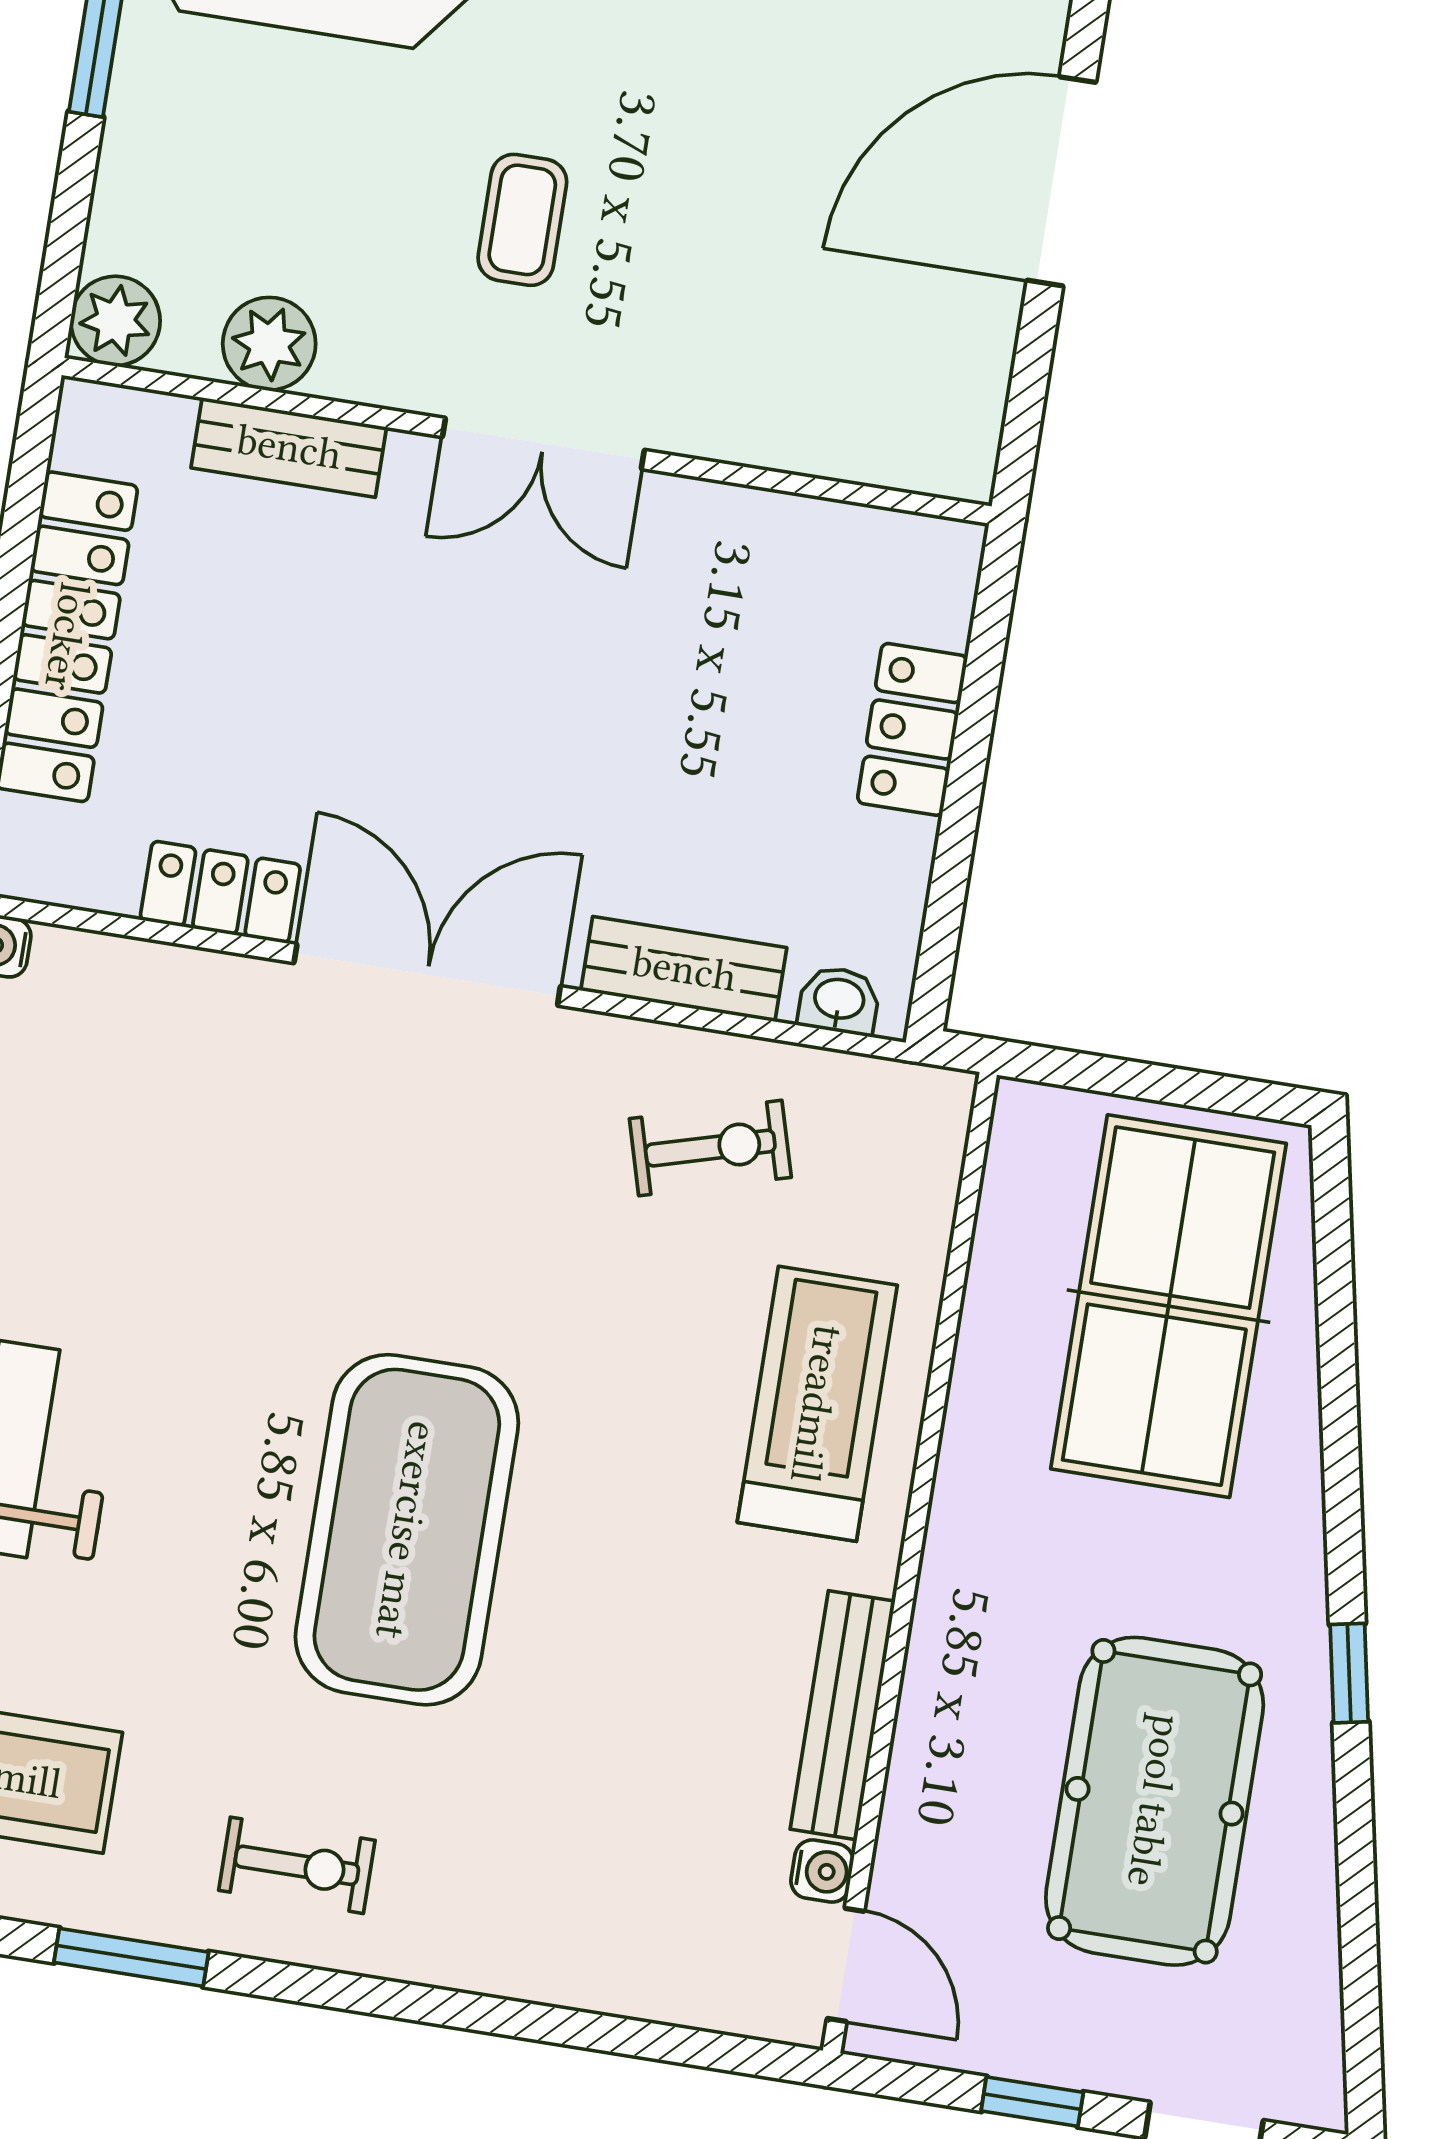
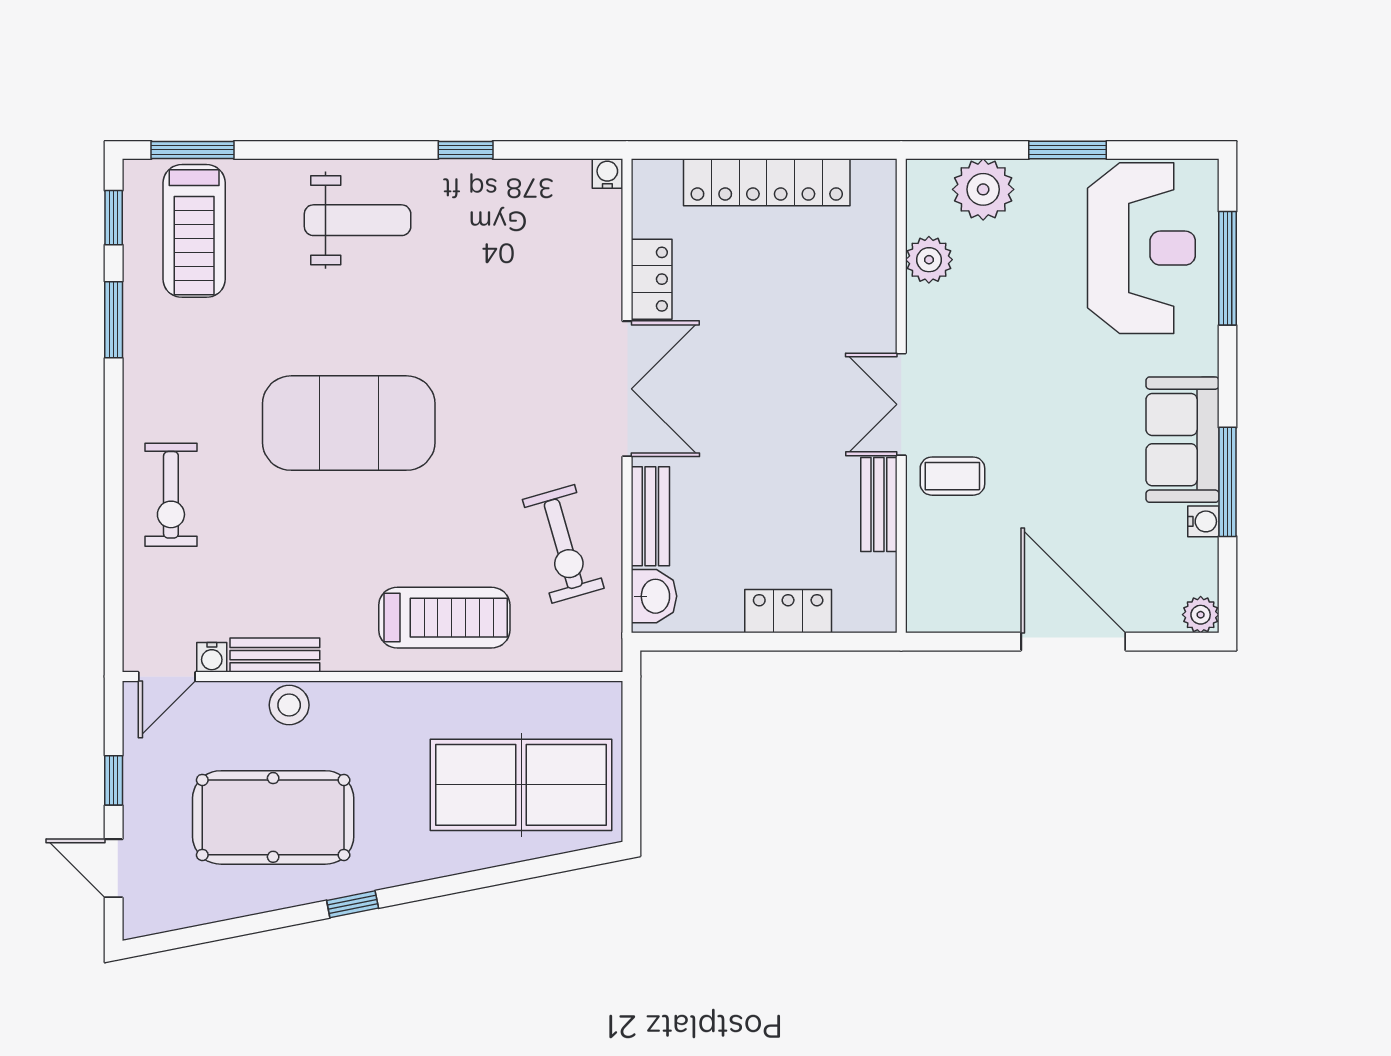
coffee table: (522, 220) -> (952, 476), moved
plant: (115, 321) -> (983, 189), moved, width x1.36, depth x1.36
bench: (289, 447) -> (879, 504), moved
washbasin: (839, 1001) -> (654, 596), width x1.38, depth x1.45
exercise bike: (710, 1148) -> (563, 544), width x1.38, depth x1.39
bench: (843, 1715) -> (275, 655), width x0.73
stool: (940, 1735) -> (289, 705), added
exercise bike: (297, 1865) -> (171, 495), moved, width x1.38, depth x1.39

